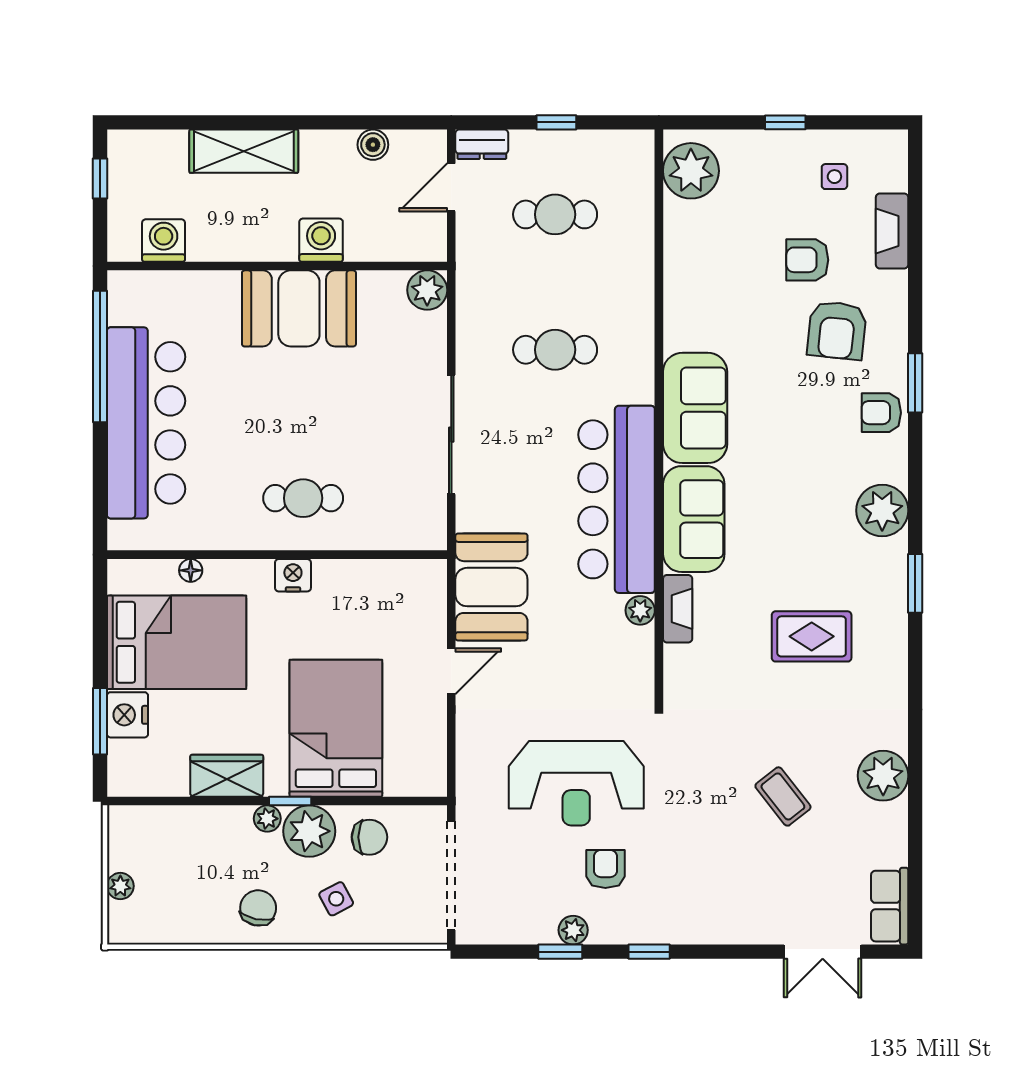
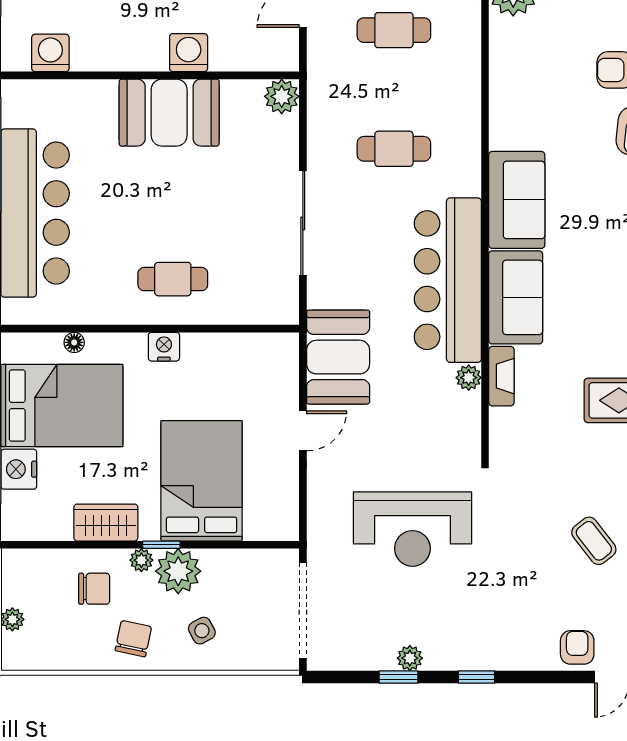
chair: (369, 837) -> (94, 589), moved
armchair: (605, 869) -> (577, 647), moved

